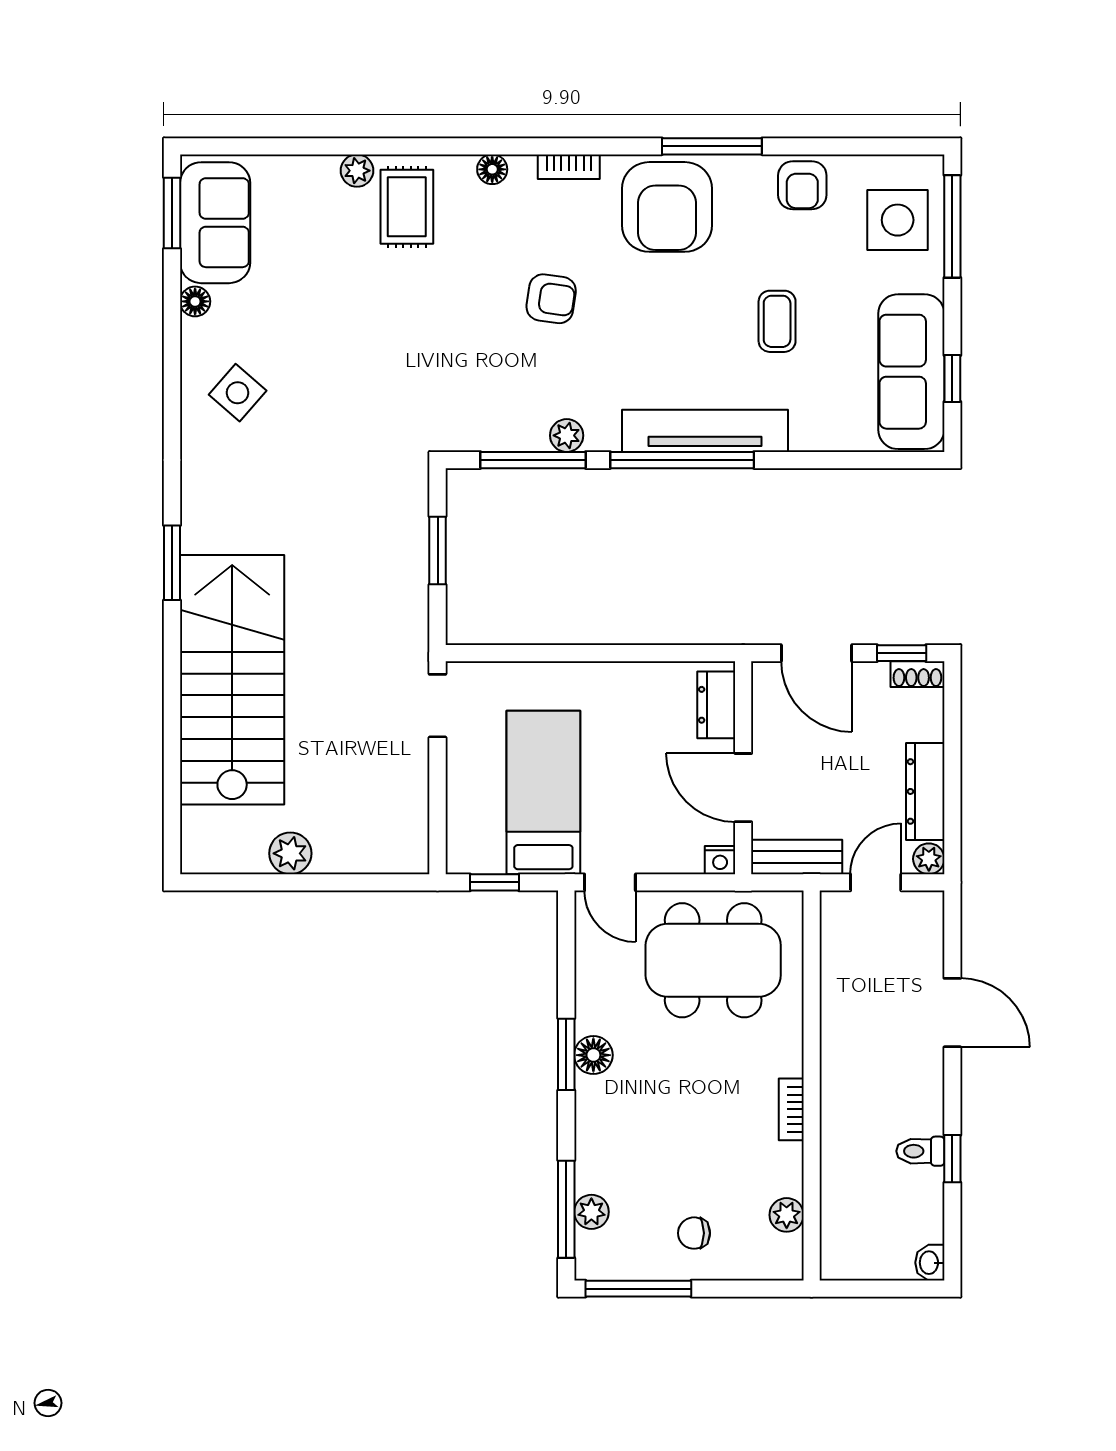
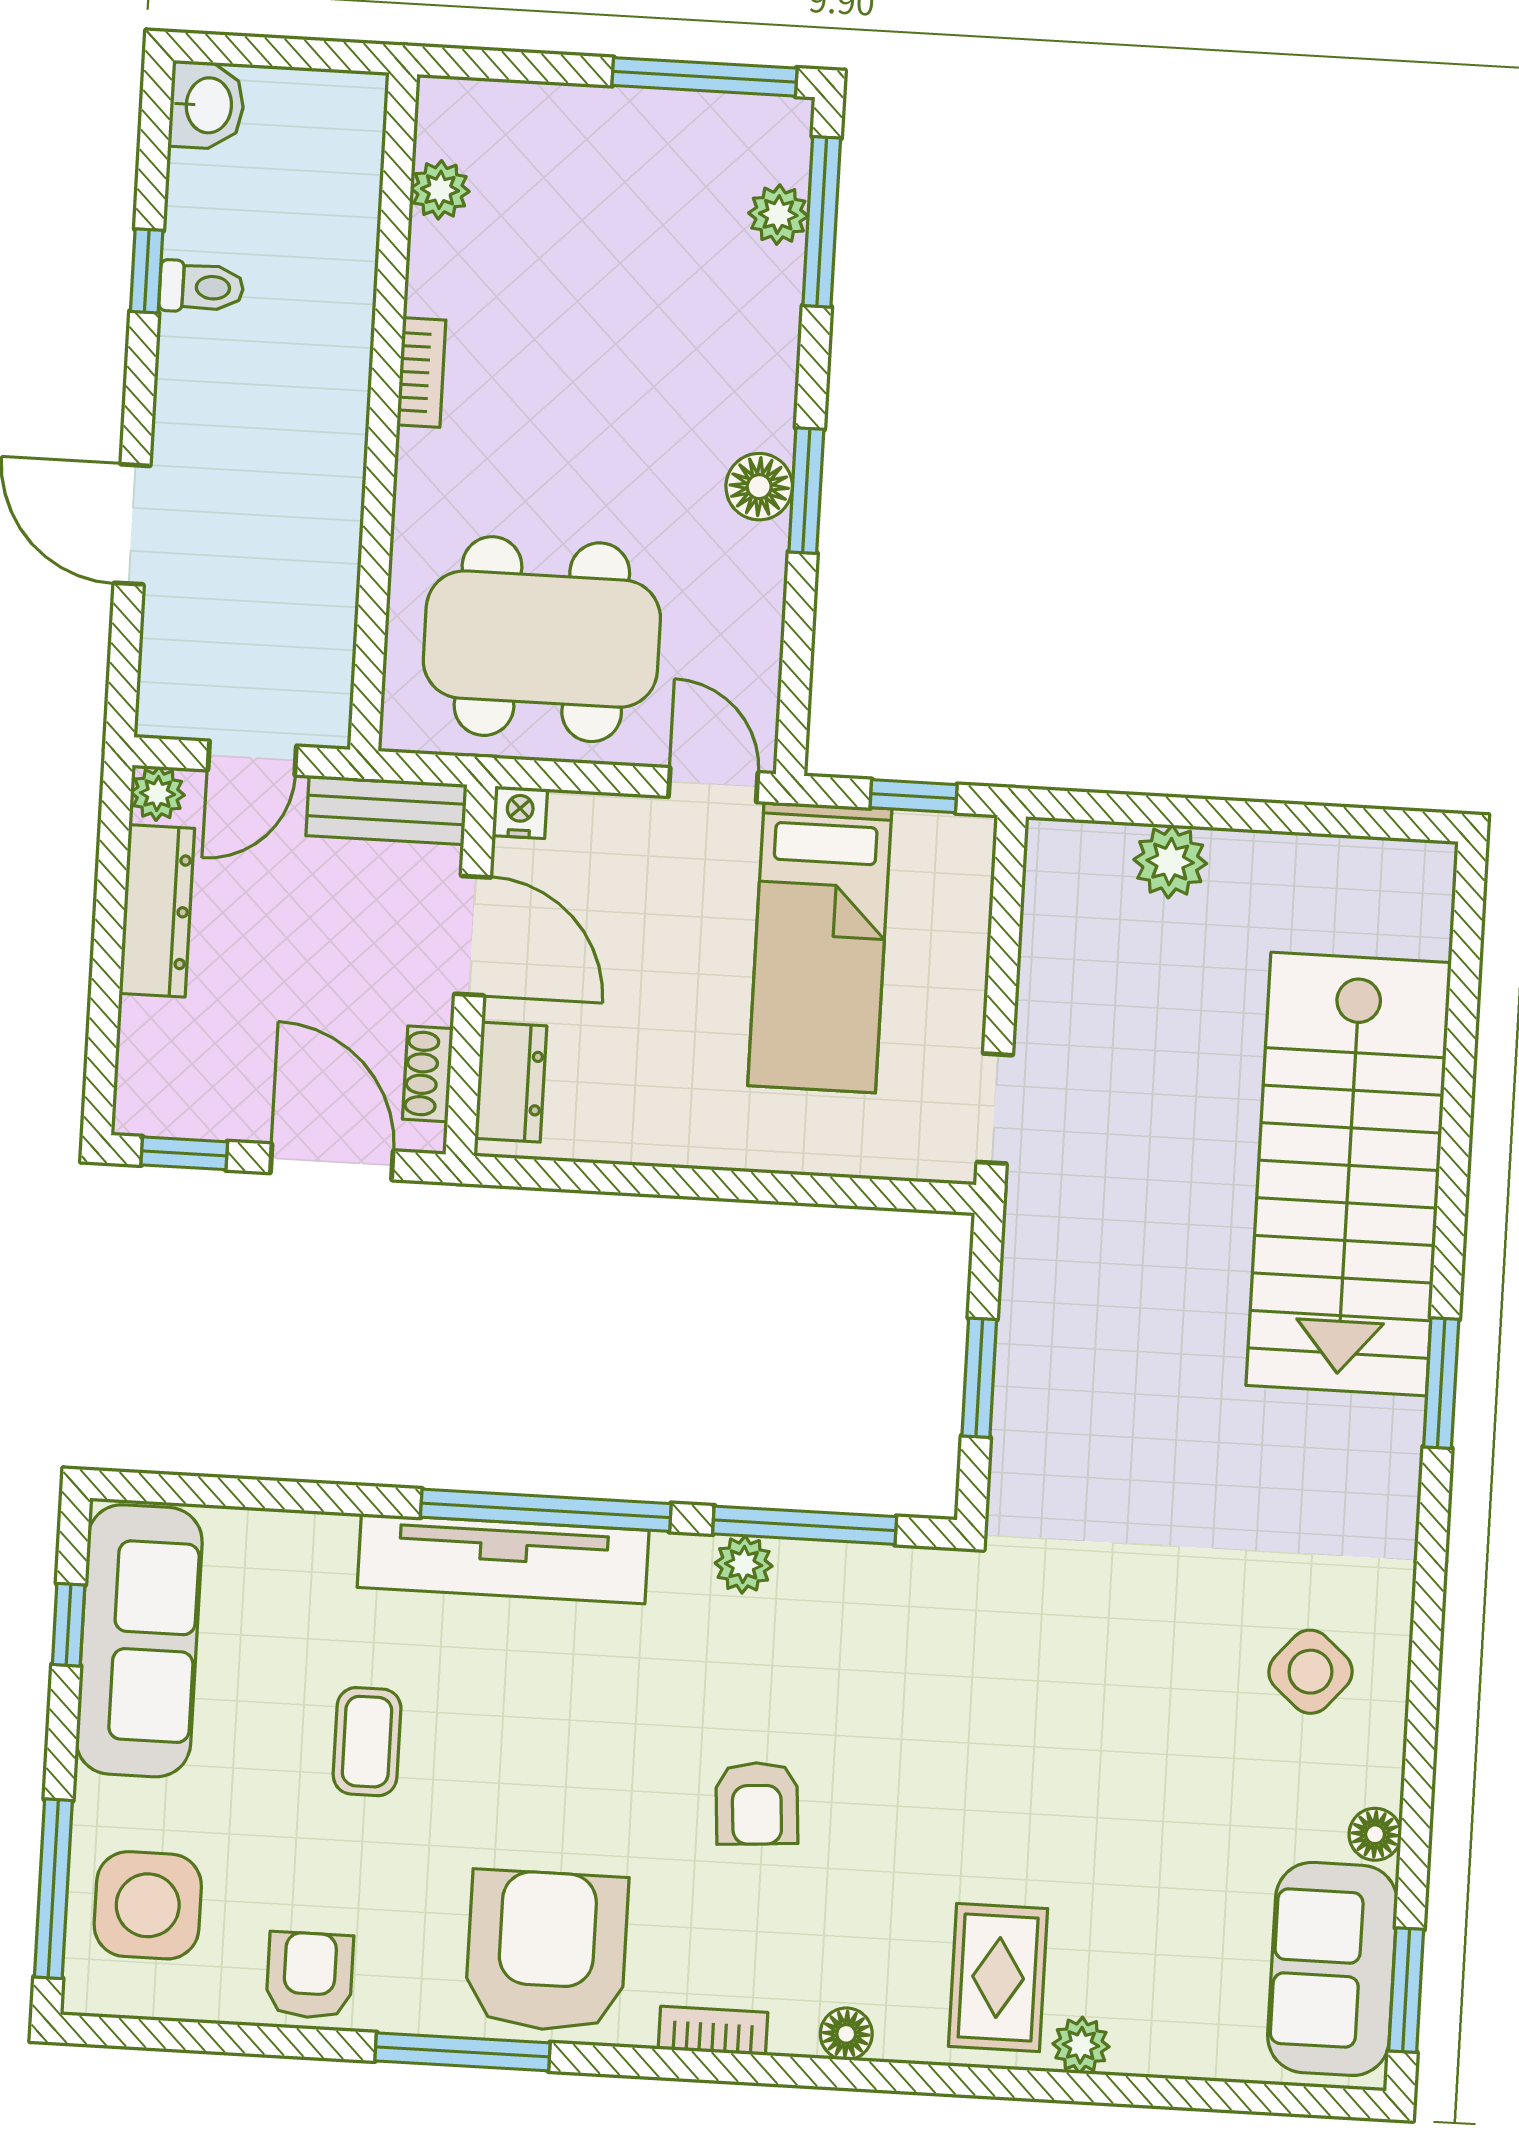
armchair: (551, 299) -> (757, 1803), turned -102
shoe rack: (917, 674) -> (428, 1074), moved, turned -90
plant: (290, 853) -> (1170, 862), moved
chair: (694, 1233) -> (602, 168), removed
washbasin: (930, 1263) -> (207, 105), width x1.38, depth x1.45

